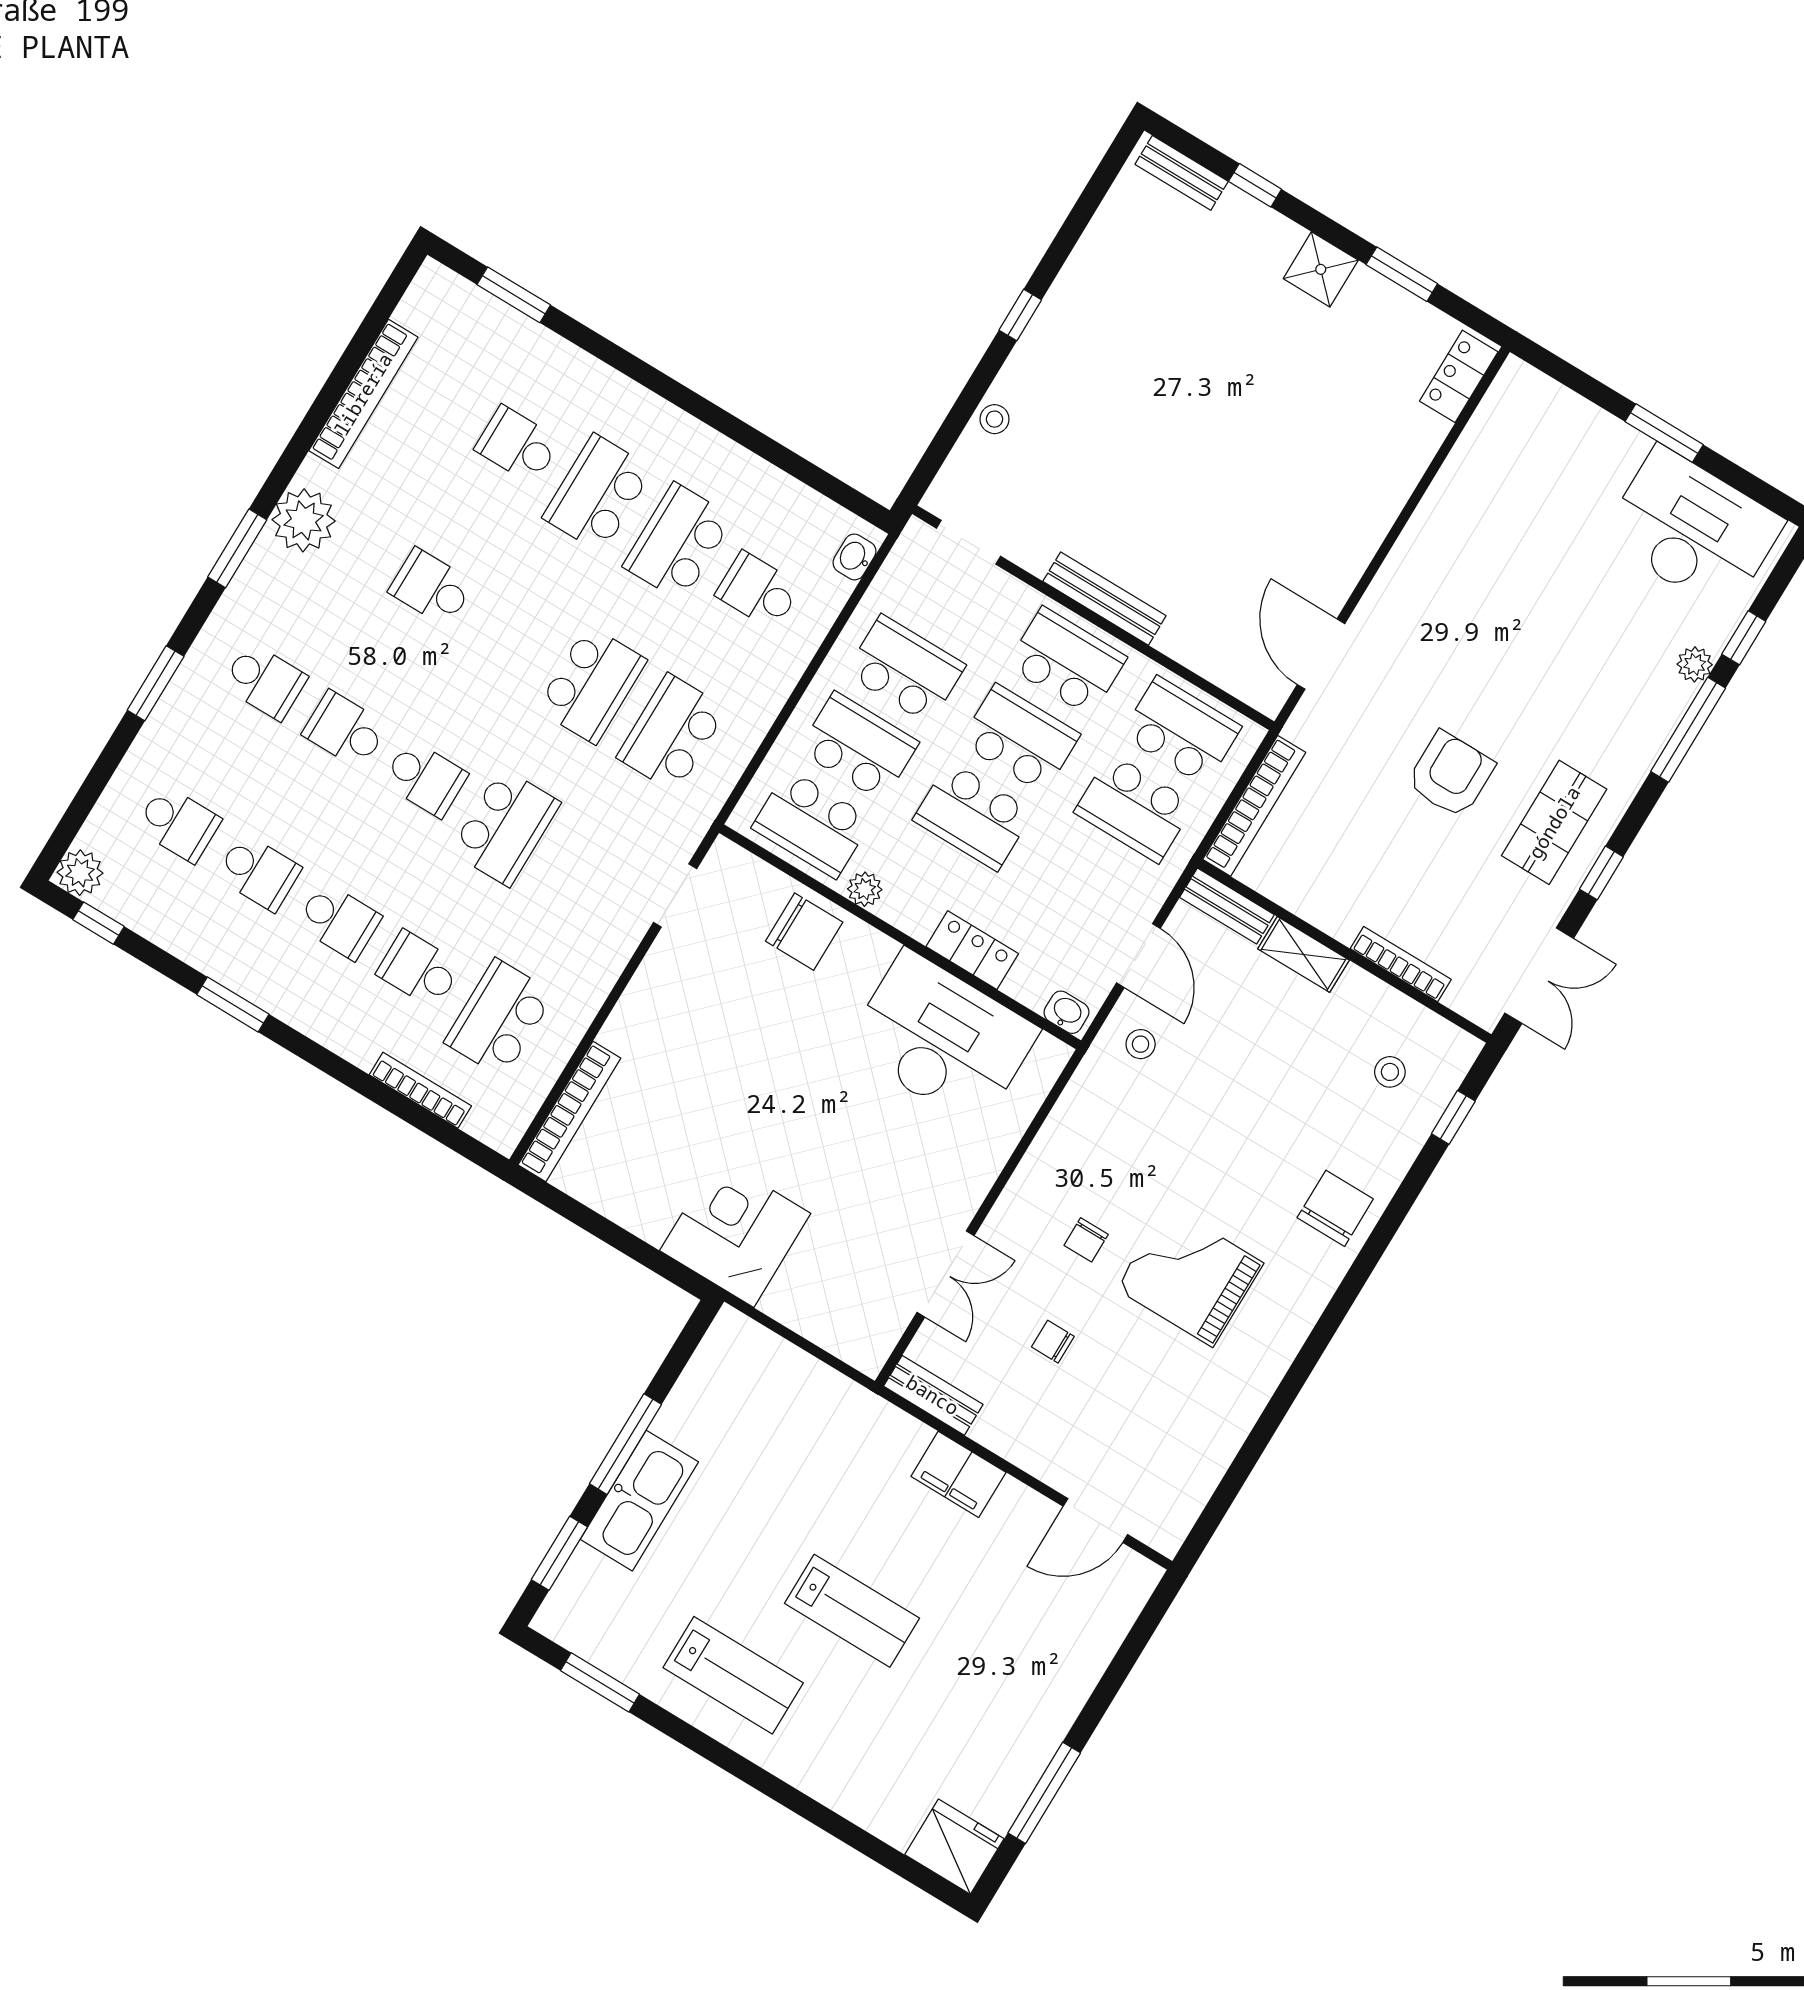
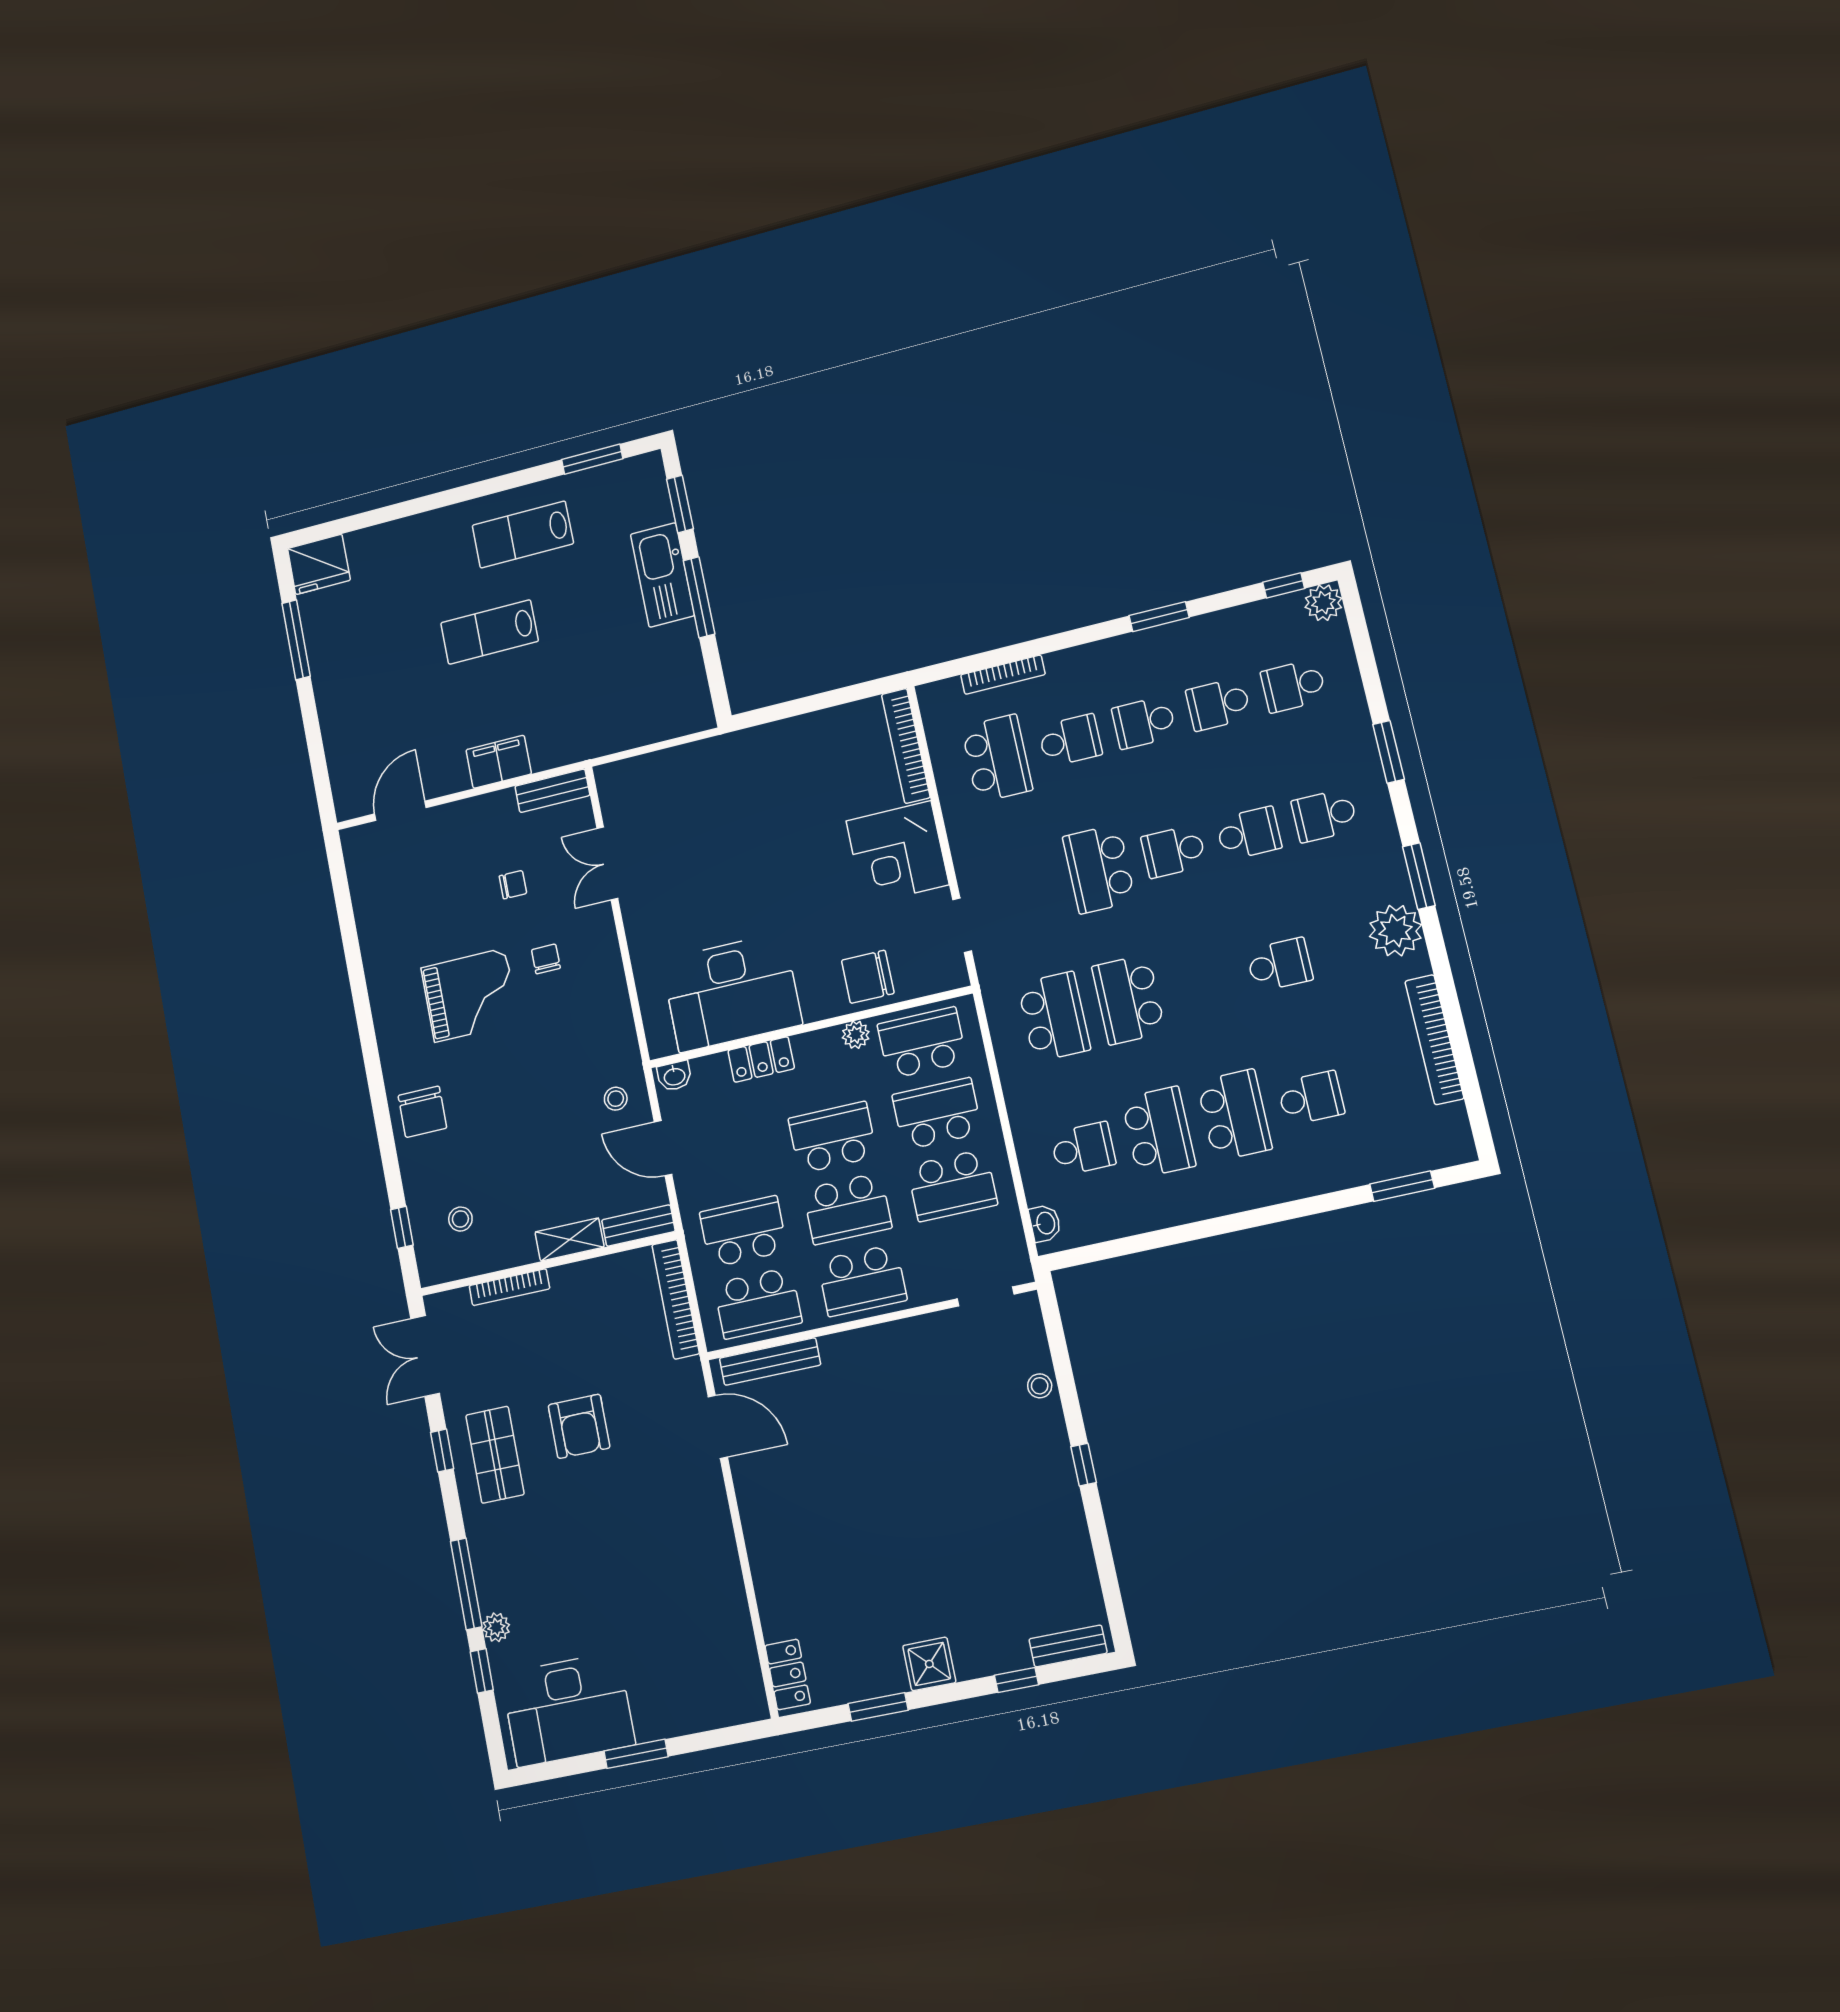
bench: (1104, 599) -> (770, 1362), moved
school desk: (859, 746) -> (937, 1114), turned 180
corner desk: (735, 1232) -> (897, 853), moved, turned 90

